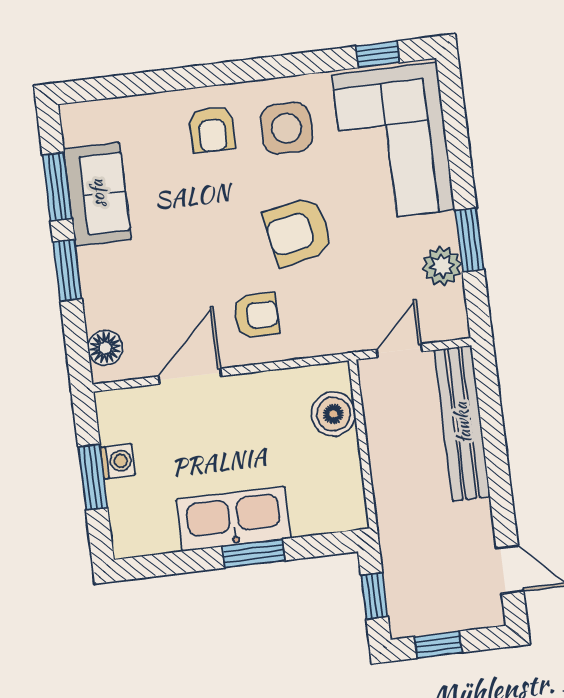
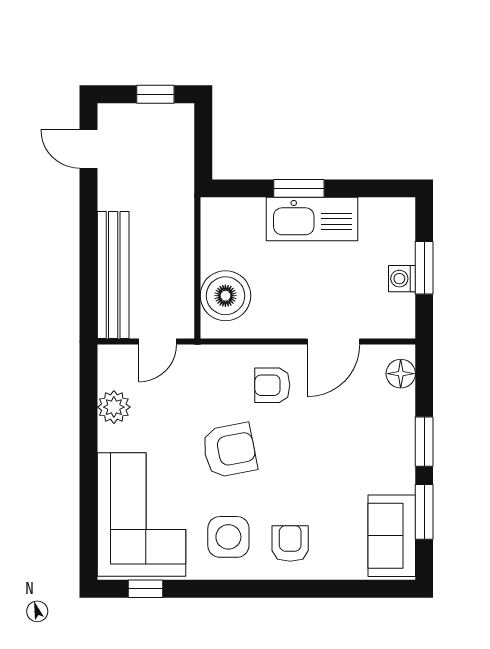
sofa: (97, 194) -> (392, 536), moved
window: (469, 240) -> (88, 426), removed
boiler: (333, 414) -> (225, 296), width x1.37, depth x1.37
window: (374, 596) -> (203, 141), removed

